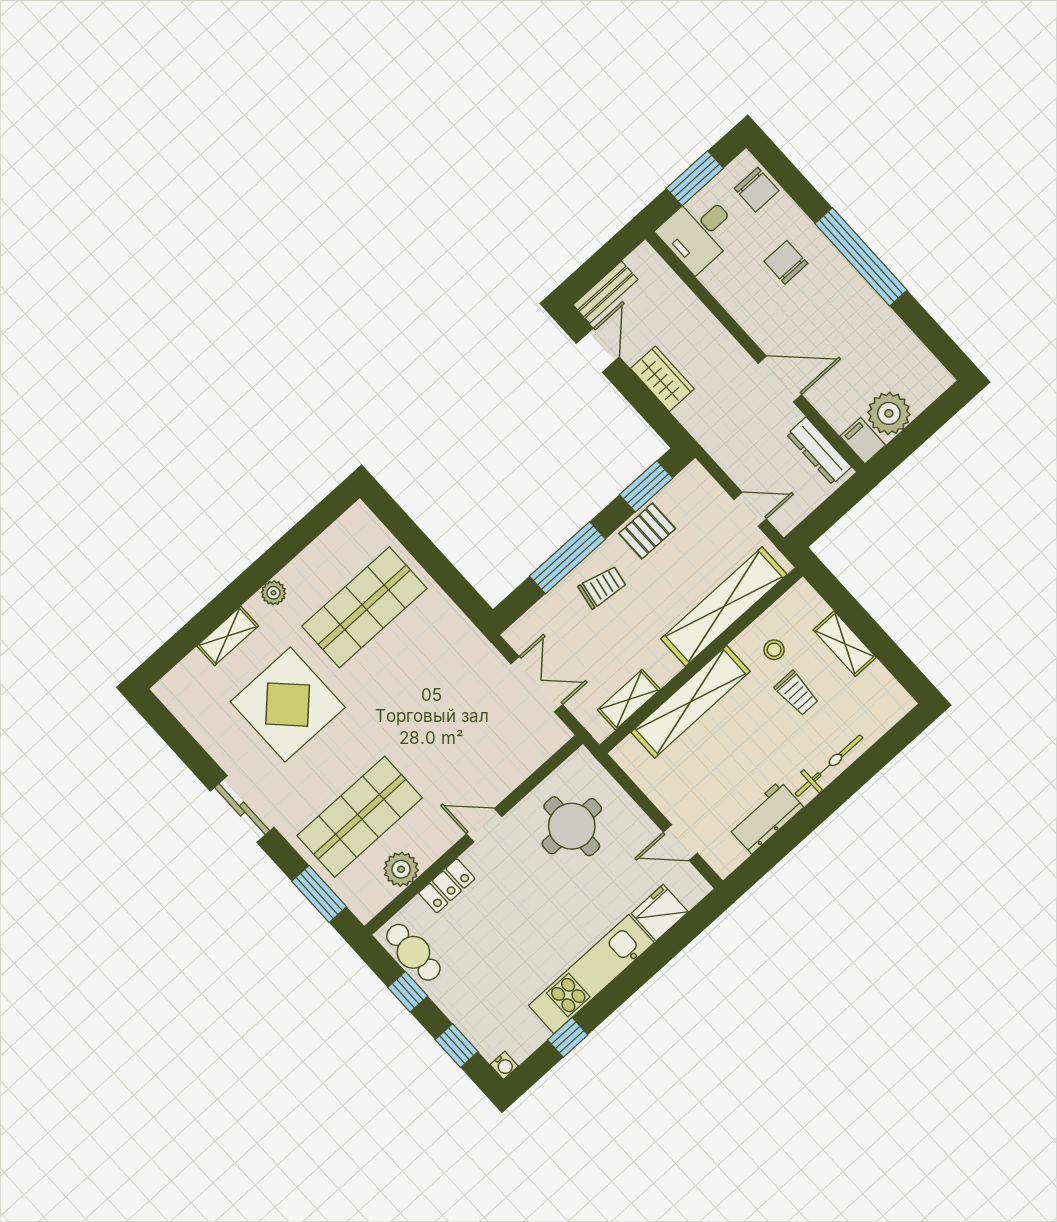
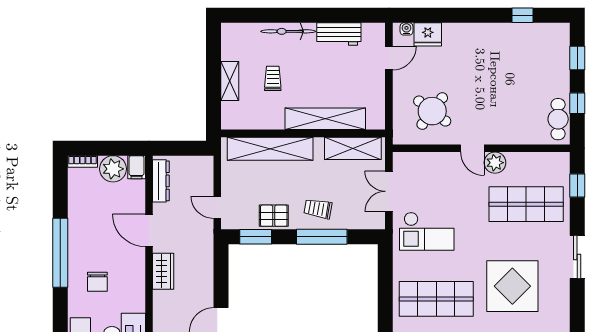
wardrobe: (662, 379) -> (163, 271), moved, turned 180
bookcase: (933, 389) -> (83, 161), added
door: (750, 509) -> (217, 207), moved
stool: (774, 650) -> (265, 108), removed
checkout: (449, 678) -> (427, 231), added
shelving: (629, 700) -> (353, 148), width x1.50, depth x1.33
round table: (572, 826) -> (432, 111), turned 37
door: (680, 843) -> (389, 58), hinge flipped
plant: (401, 869) -> (495, 163), moved
locker: (447, 886) -> (515, 136), removed
window: (319, 894) -> (577, 186), width x0.67
kitchen unit: (591, 974) -> (485, 35), removed
water cooler: (504, 1065) -> (406, 29), moved

